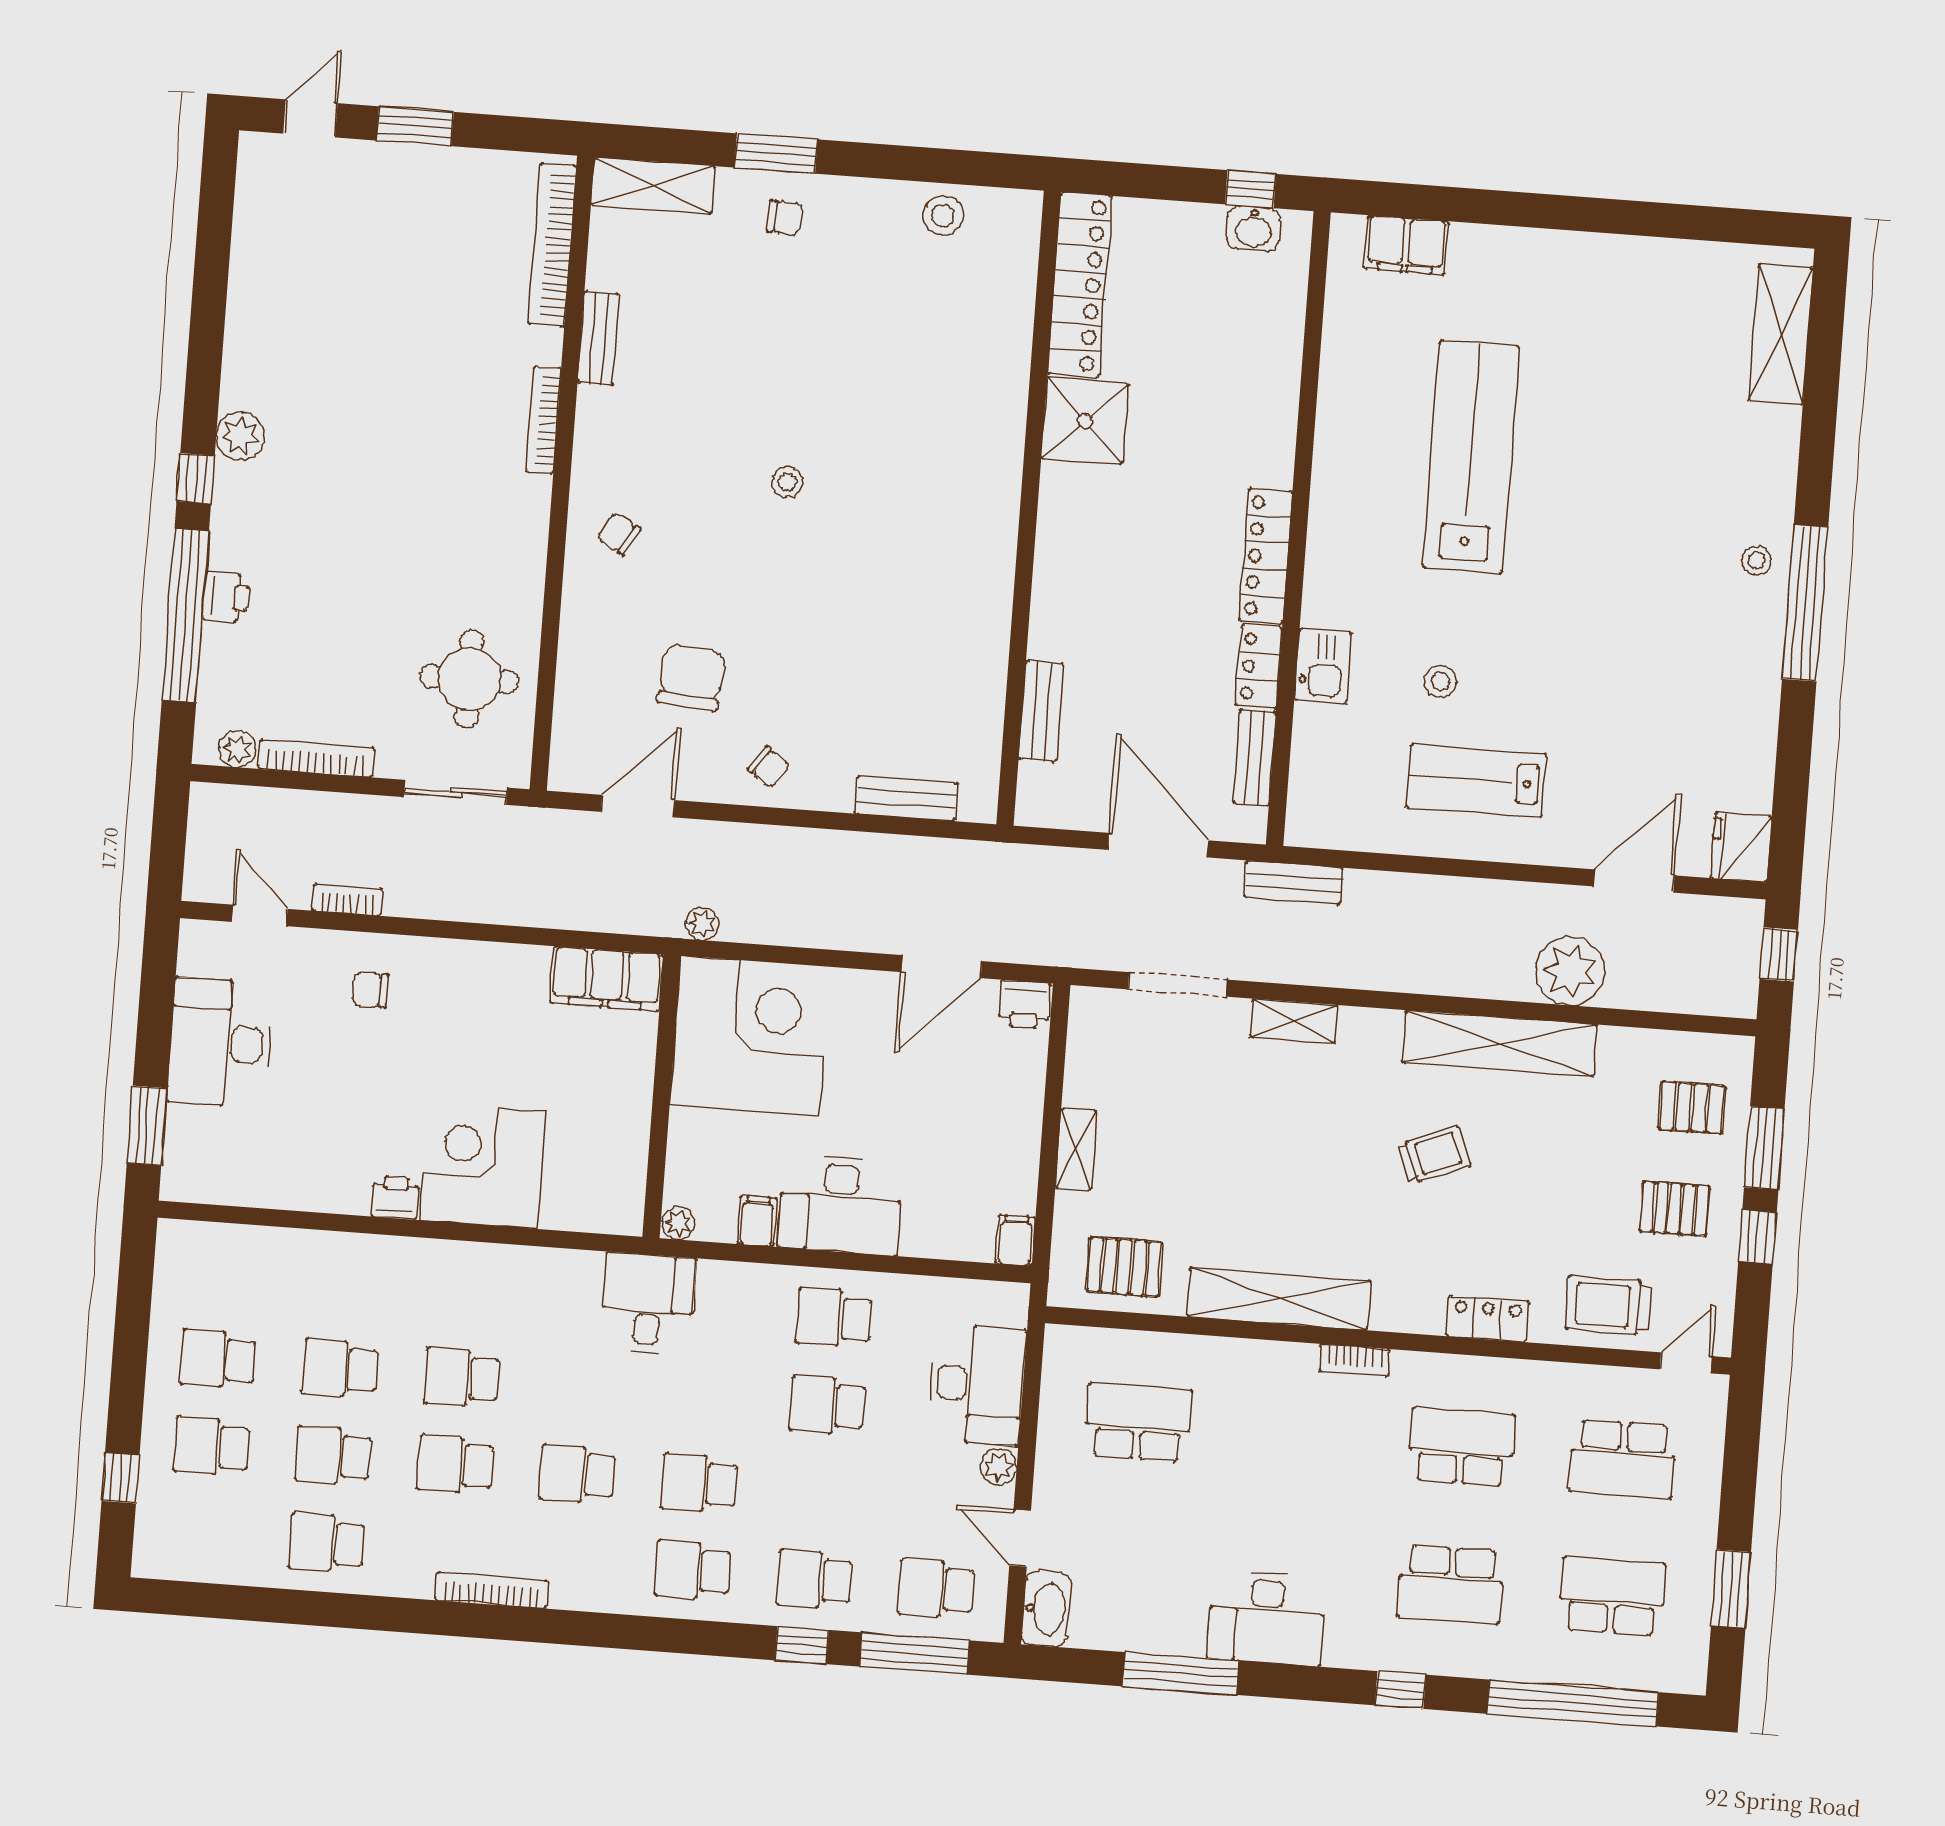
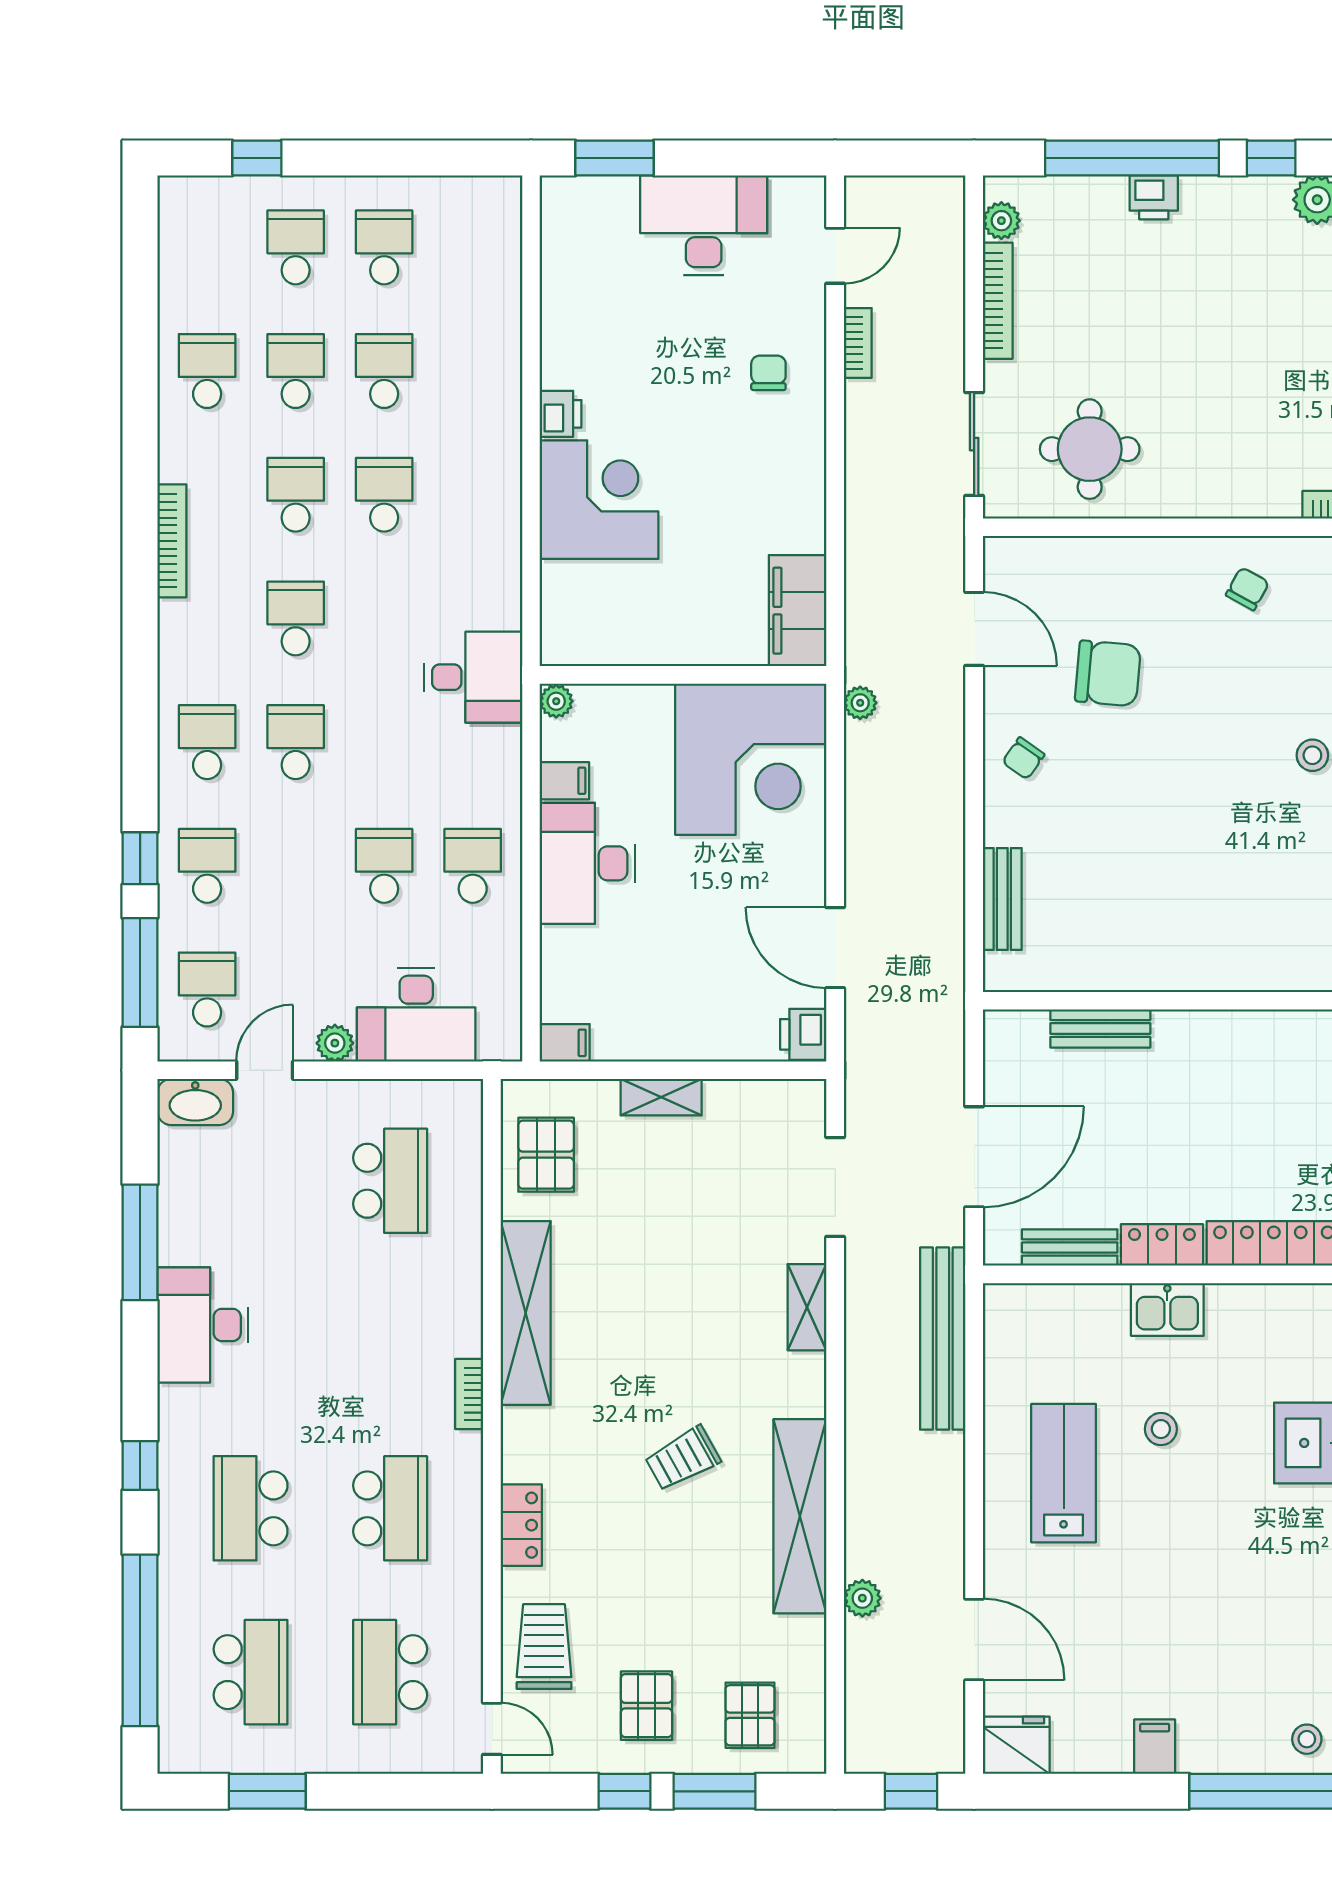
filing cabinet: (1753, 711) -> (1155, 1747), added
bench: (1294, 882) -> (943, 1339), width x1.86, depth x1.21
plant: (1570, 971) -> (862, 1598), width x0.53, depth x0.53
trolley: (1434, 1155) -> (683, 1459), turned 83

